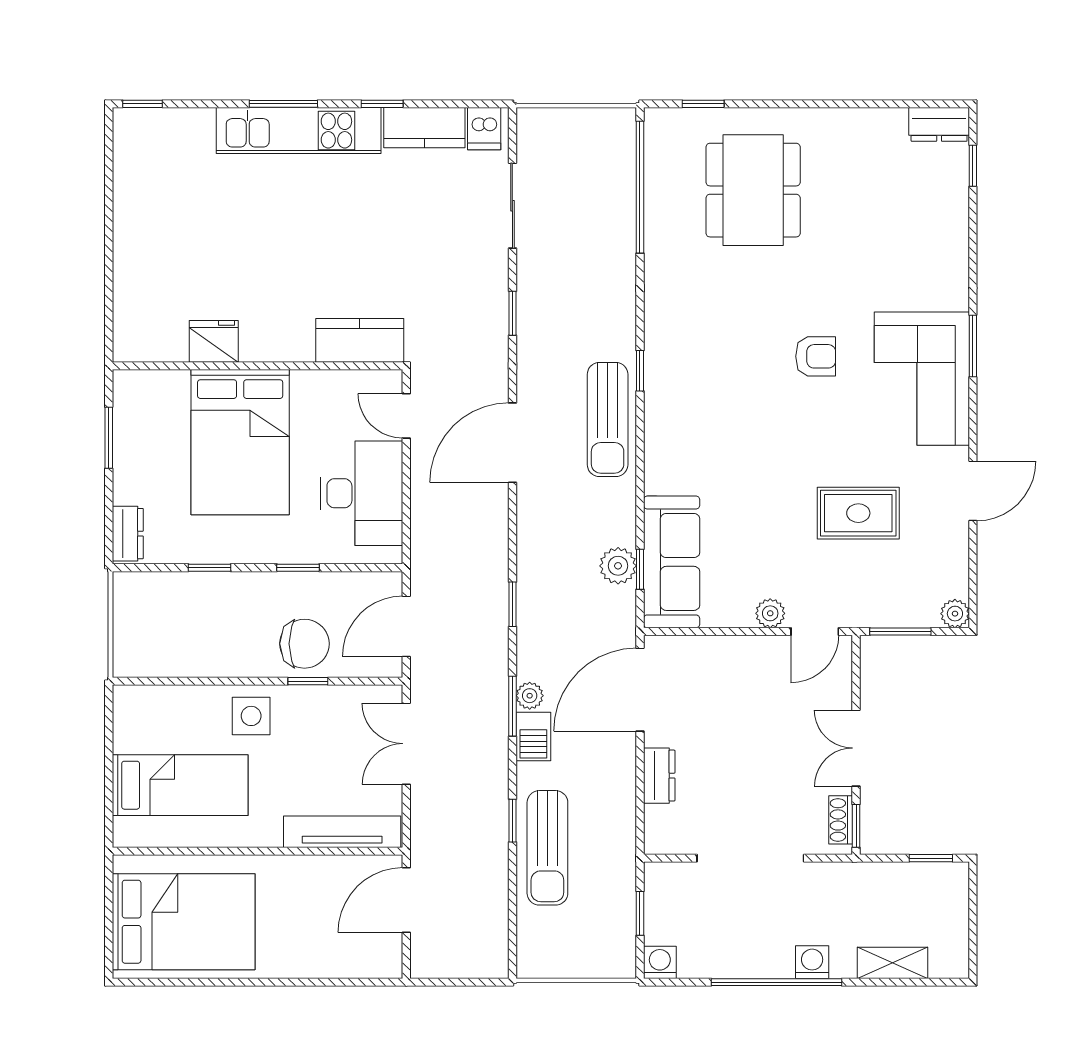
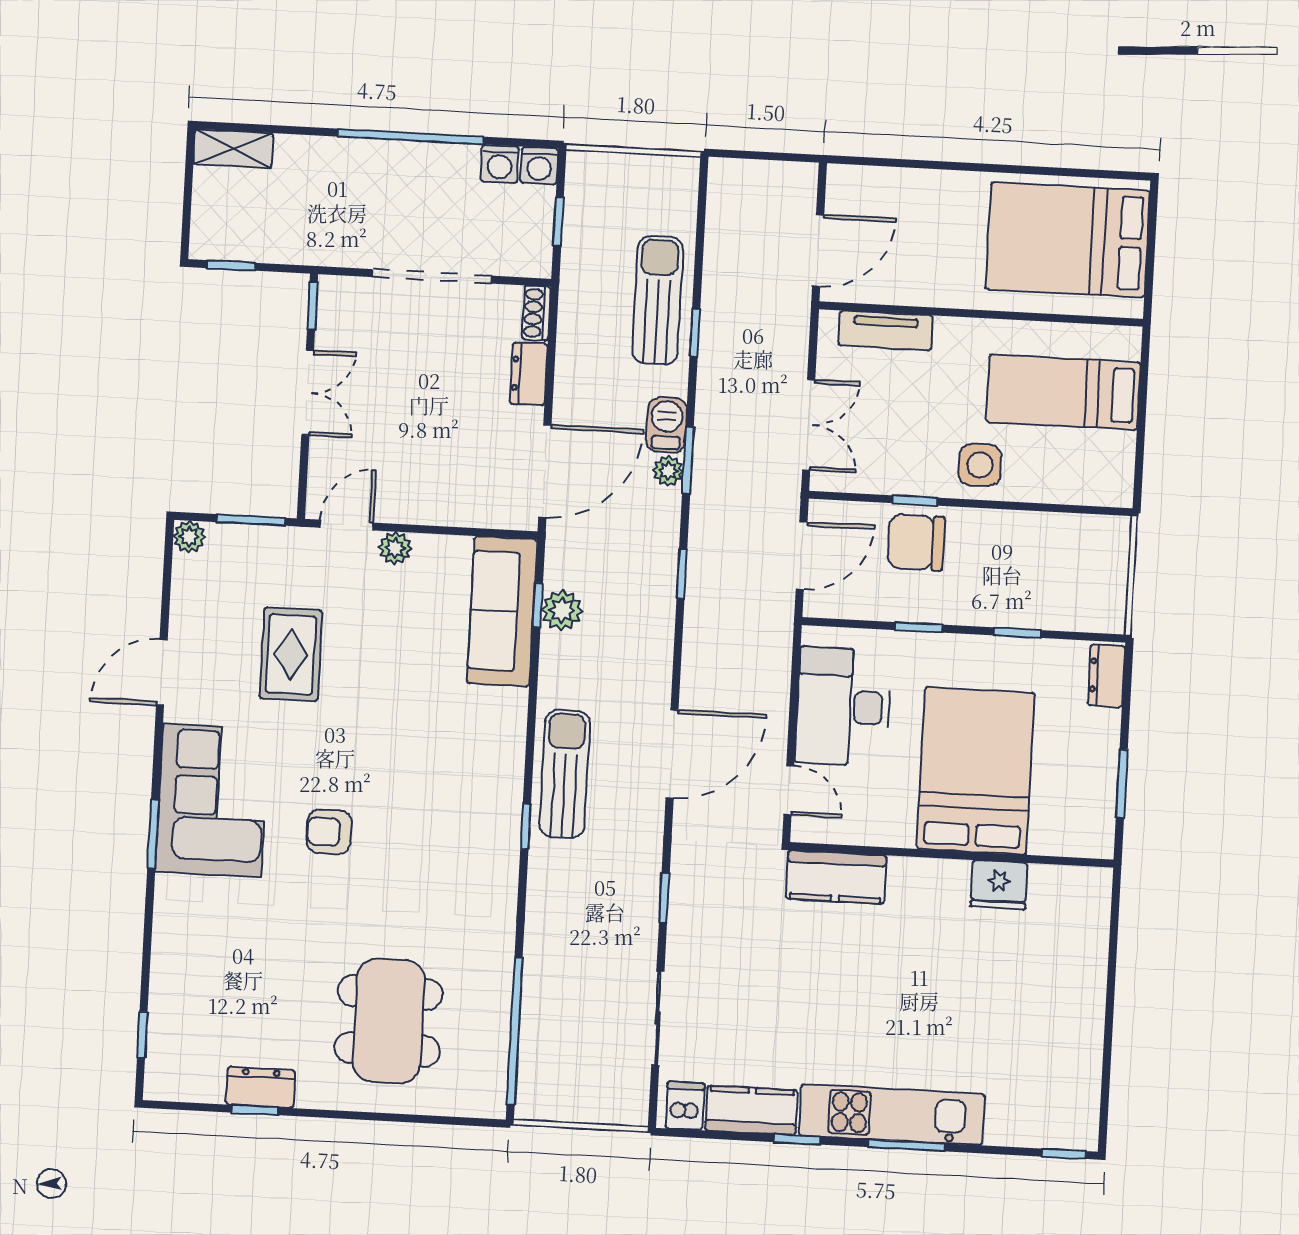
window: (703, 104) -> (255, 1110), moved
dresser: (939, 124) -> (260, 1087), moved
rug: (858, 513) -> (291, 654), turned 90
shoe rack: (841, 820) -> (536, 313), moved, turned 180
tv unit: (342, 832) -> (885, 331), width x0.71
washing machine: (812, 962) -> (500, 164), moved
shelving: (893, 963) -> (233, 149), moved

